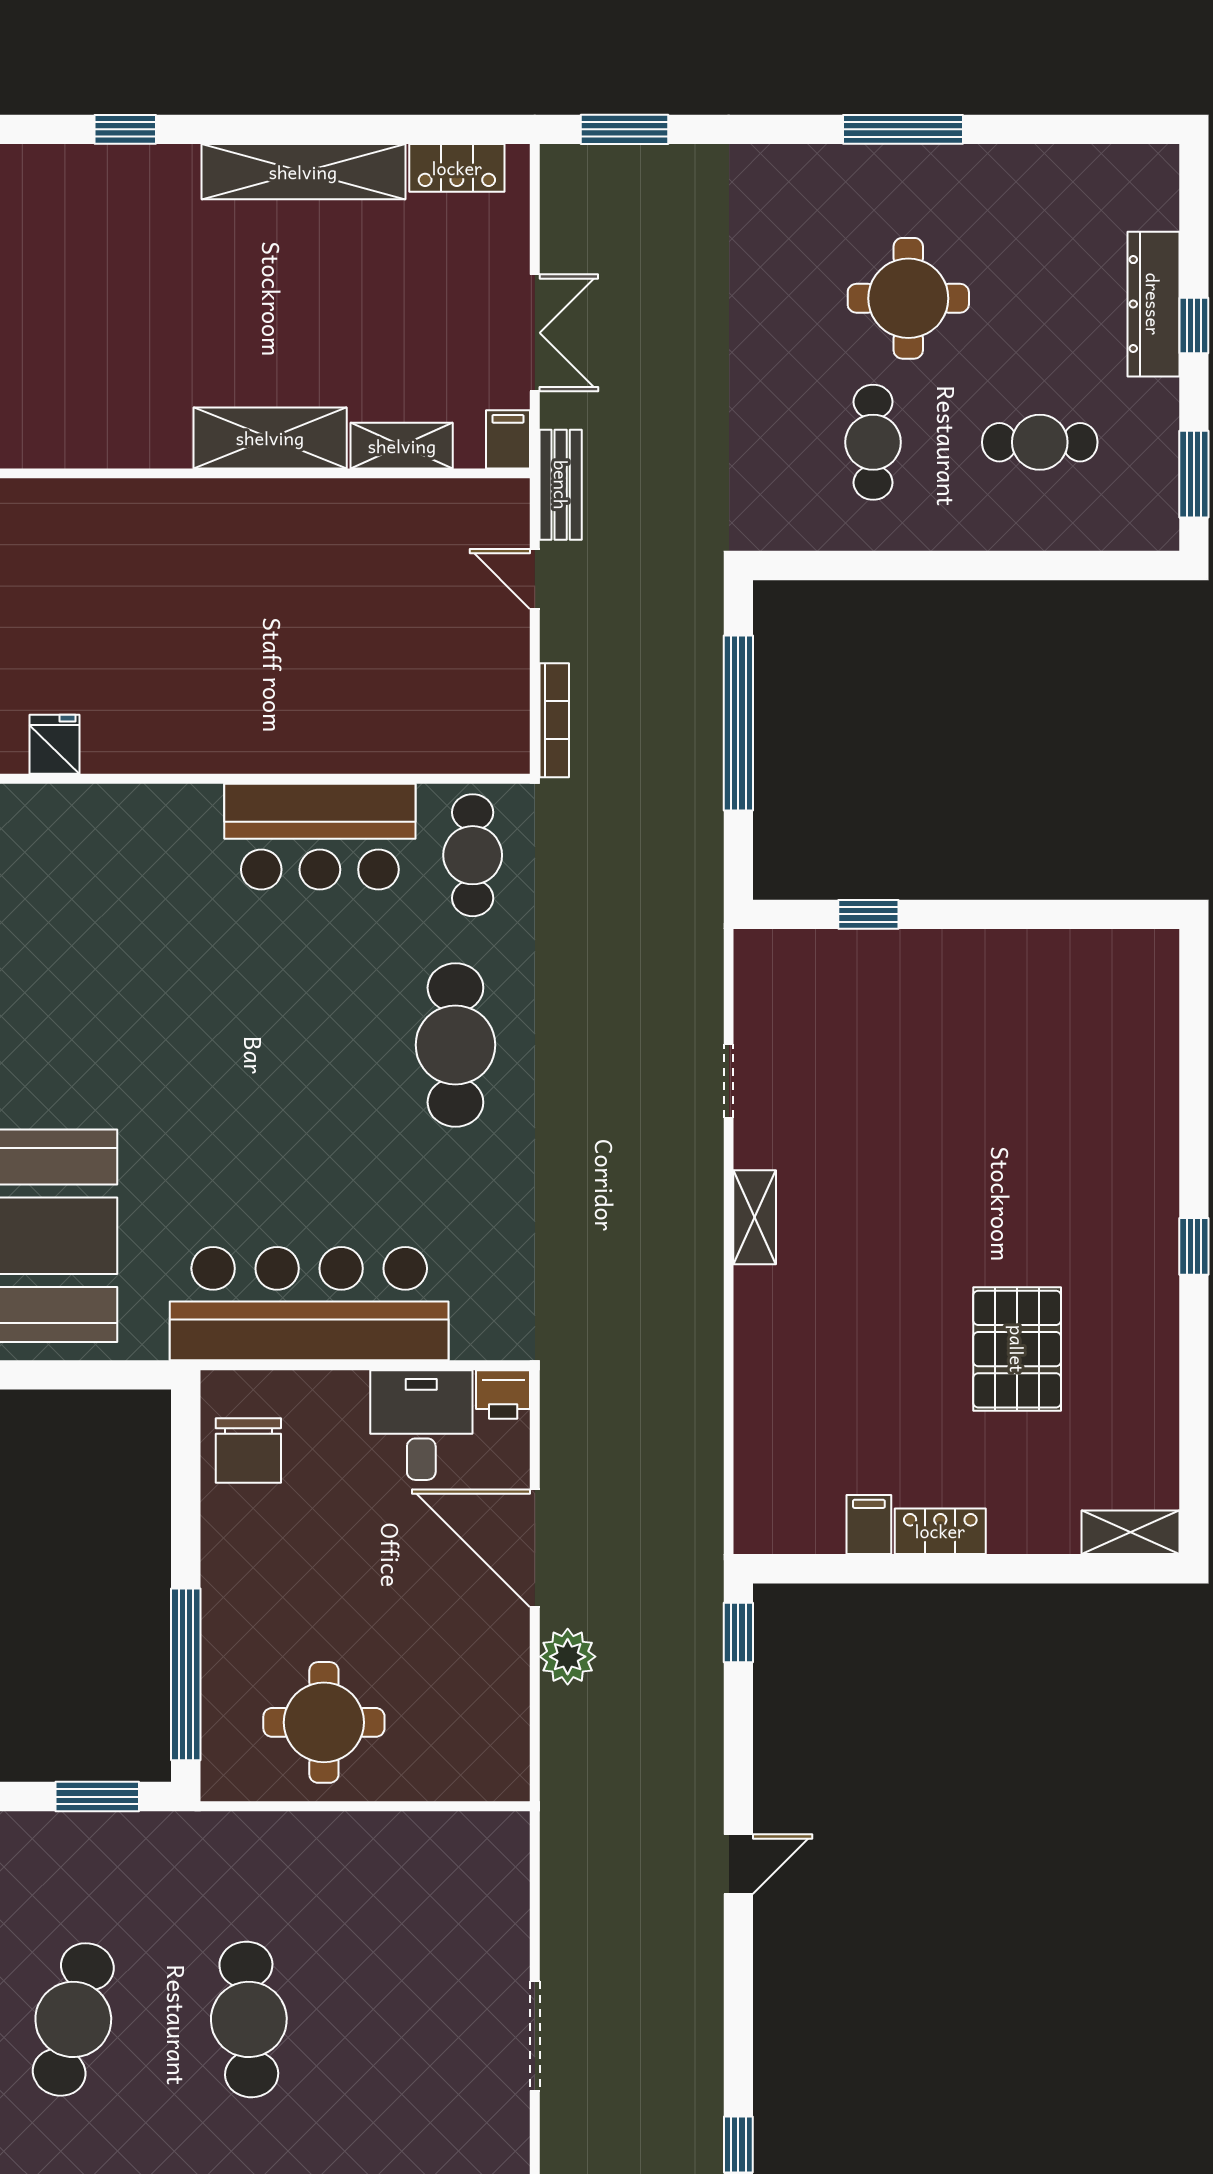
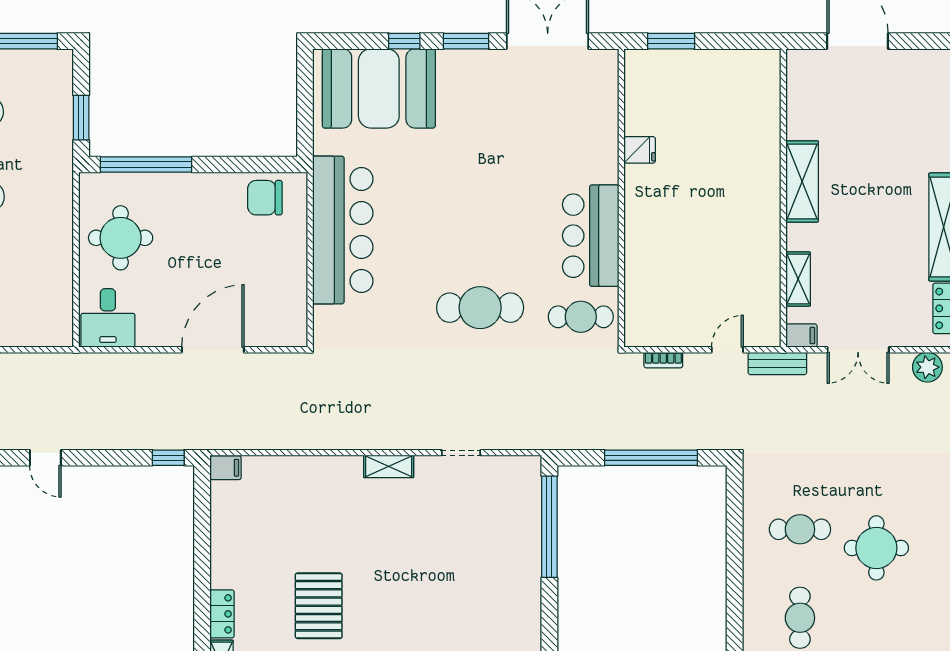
shelving: (270, 438) -> (802, 181), moved
bookcase: (554, 720) -> (663, 360), width x0.64
fridge: (55, 744) -> (640, 150), moved
window: (868, 914) -> (549, 527), width x3.17
pallet: (1017, 1349) -> (319, 606), turned 90
printer: (503, 1394) -> (295, 333), removed
desk: (421, 1425) -> (108, 318), moved, turned 90
filing cabinet: (869, 1525) -> (226, 468), moved
locker: (940, 1531) -> (222, 614), moved
plant: (568, 1657) -> (927, 367), moved

